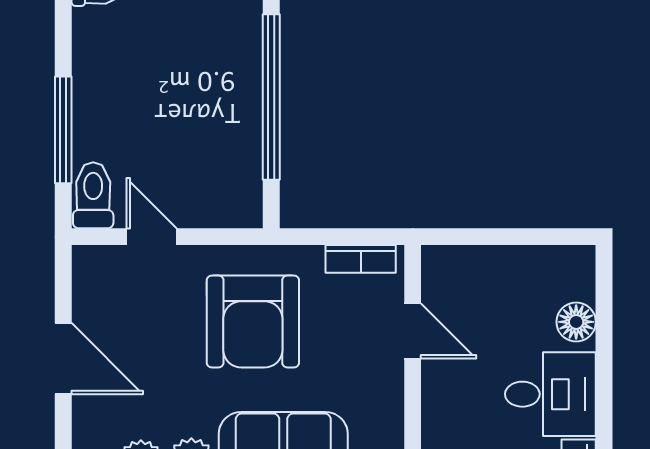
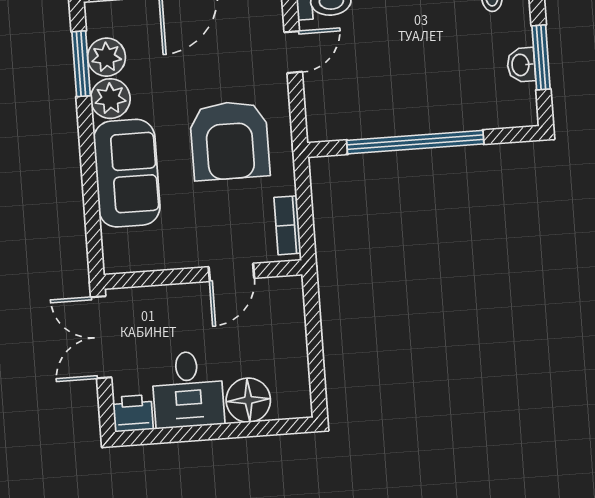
armchair: (253, 322) -> (230, 141), turned -90
floor lamp: (576, 322) -> (248, 400), width x1.38, depth x1.38

